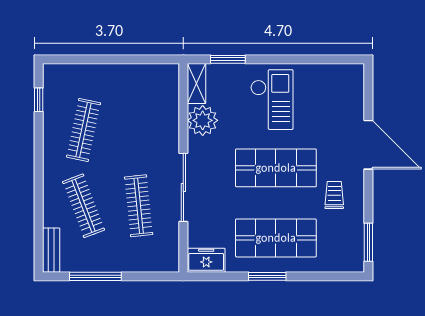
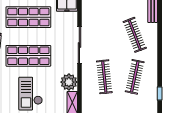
clothes rail: (139, 206) -> (104, 77), moved

